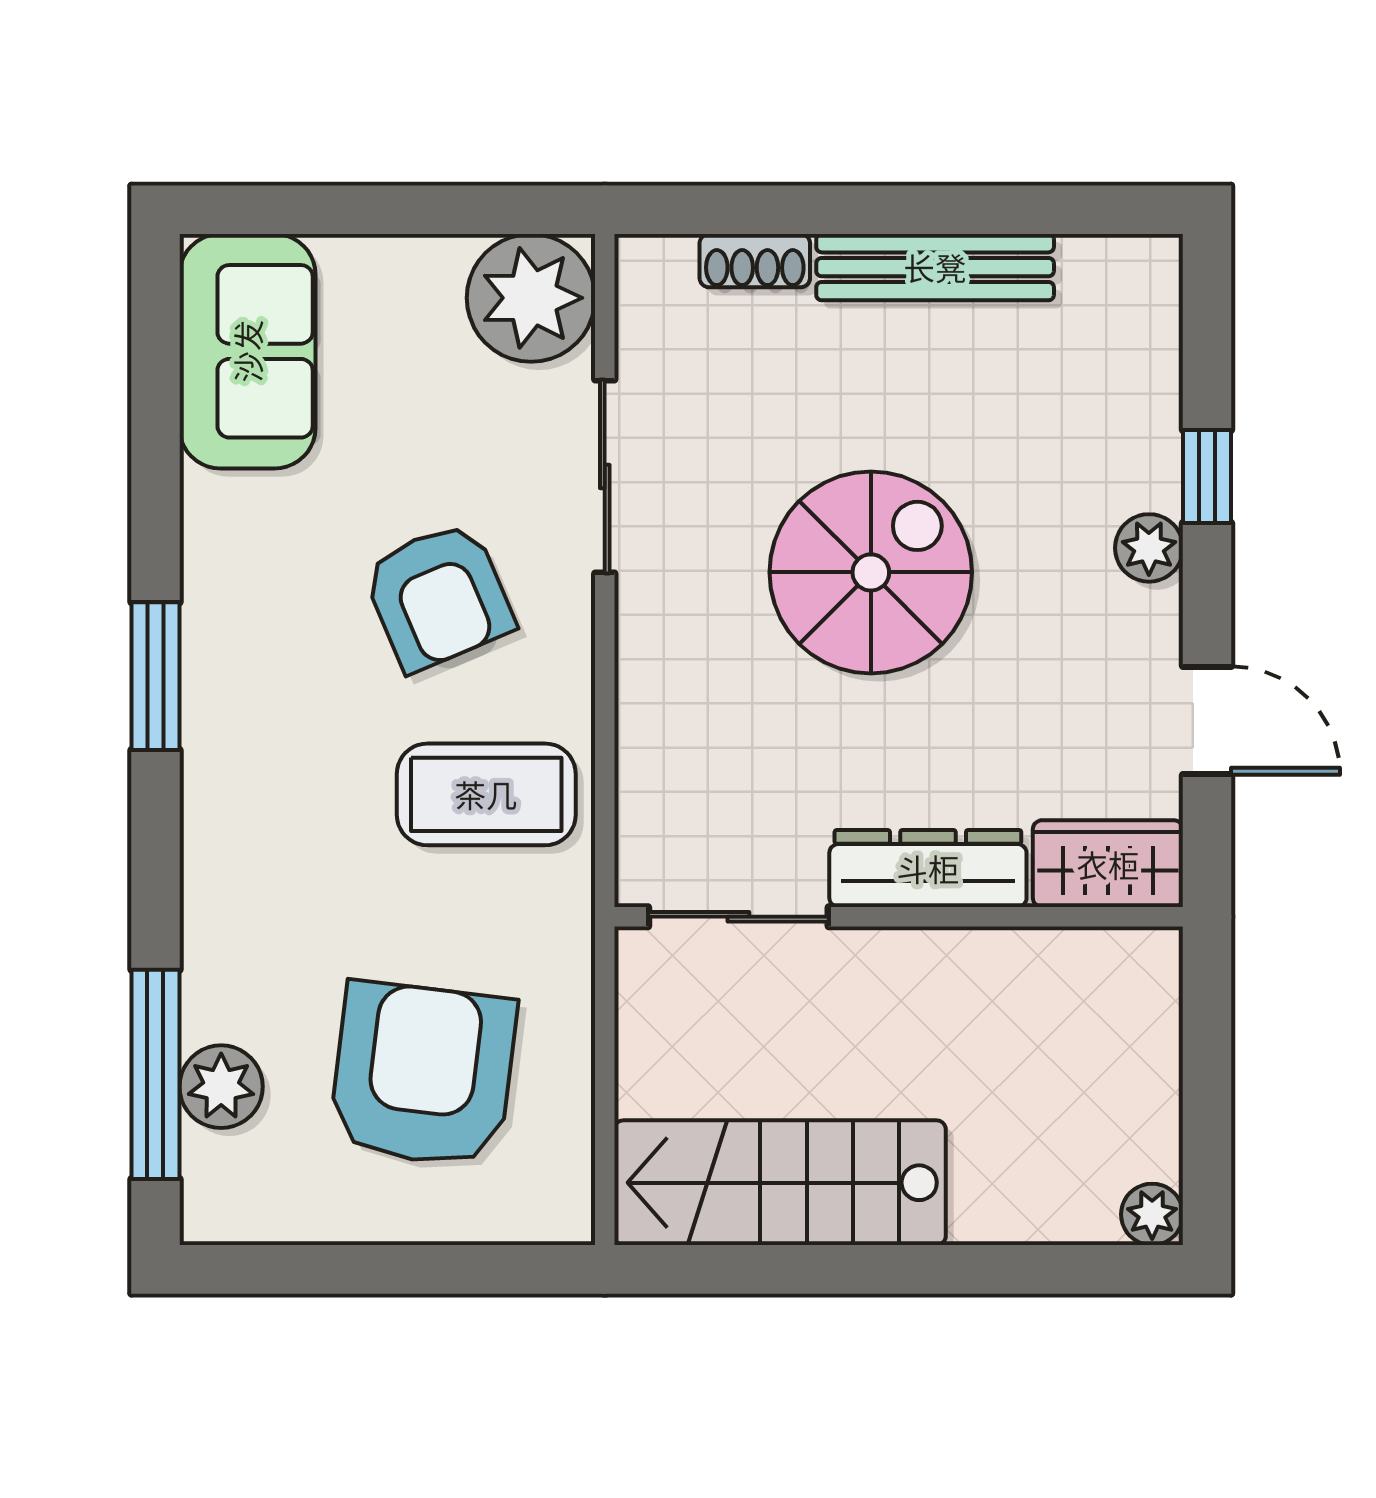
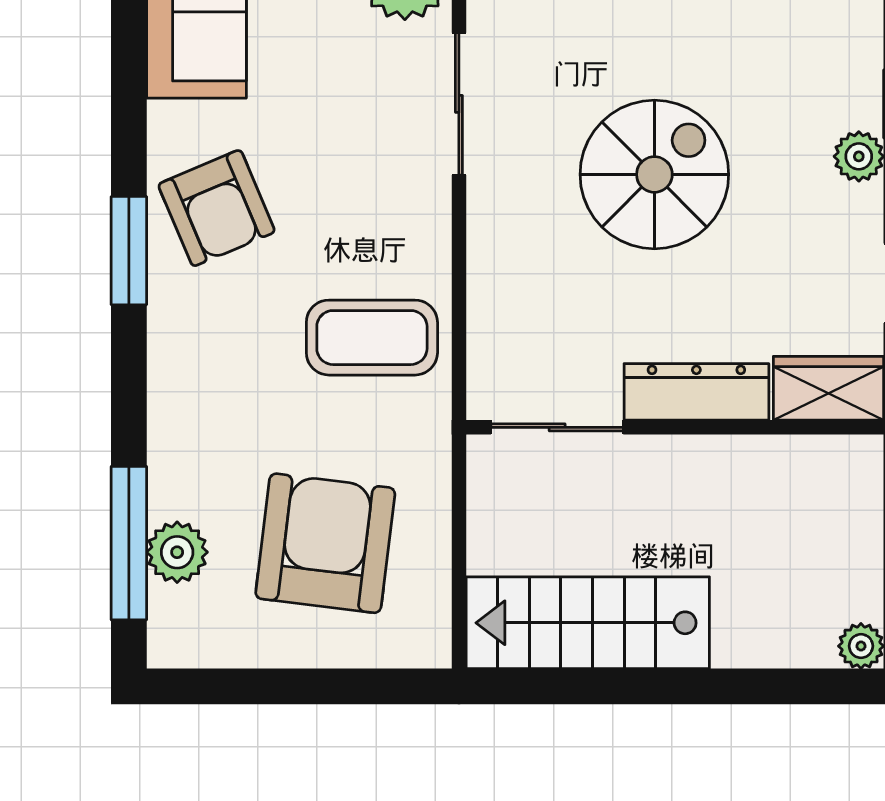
armchair: (438, 596) -> (217, 208), moved

